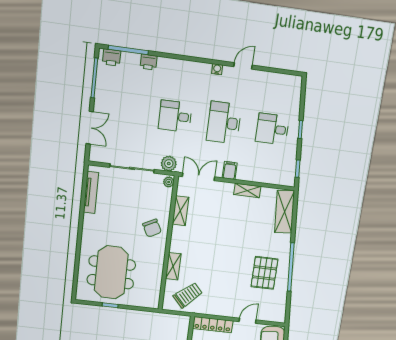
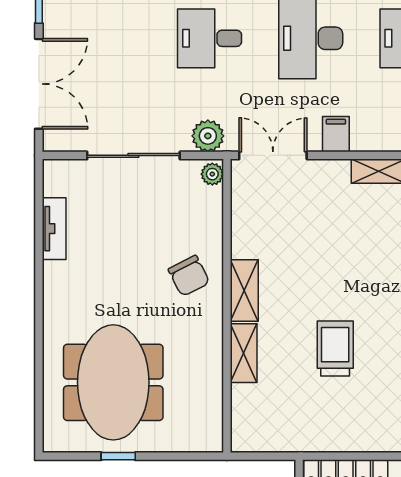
double door: (90, 128) -> (39, 84), width x1.37
tv unit: (91, 192) -> (54, 229), width x0.71
shelving: (180, 211) -> (244, 291), moved
trolley: (188, 295) -> (335, 348), moved, turned -48

